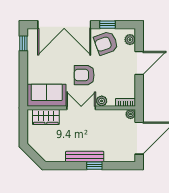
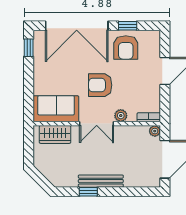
plant: (130, 40) -> (154, 43), removed
armchair: (106, 43) -> (126, 47), turned -70
double door: (81, 108) -> (97, 124), swing flipped
window: (94, 166) -> (88, 192), moved

